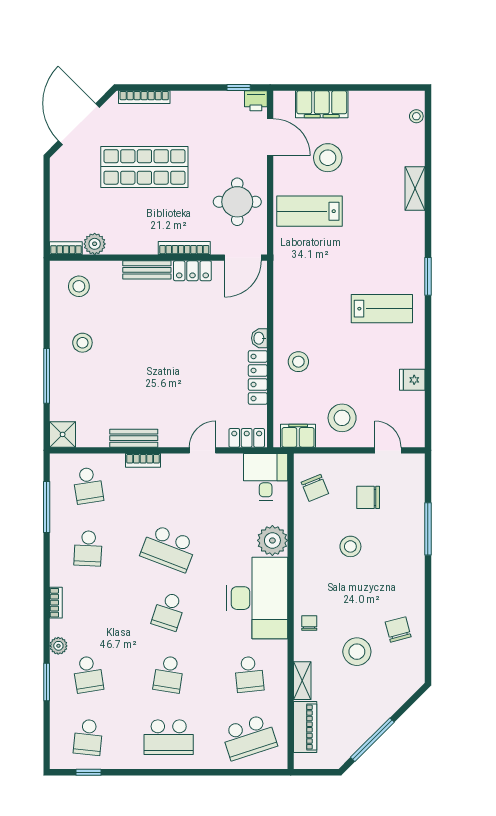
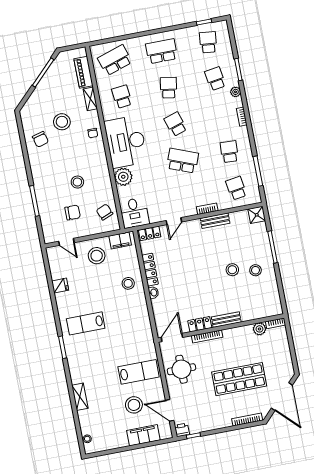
stool: (79, 286) -> (232, 270), moved
school desk: (169, 611) -> (176, 124), turned -36

